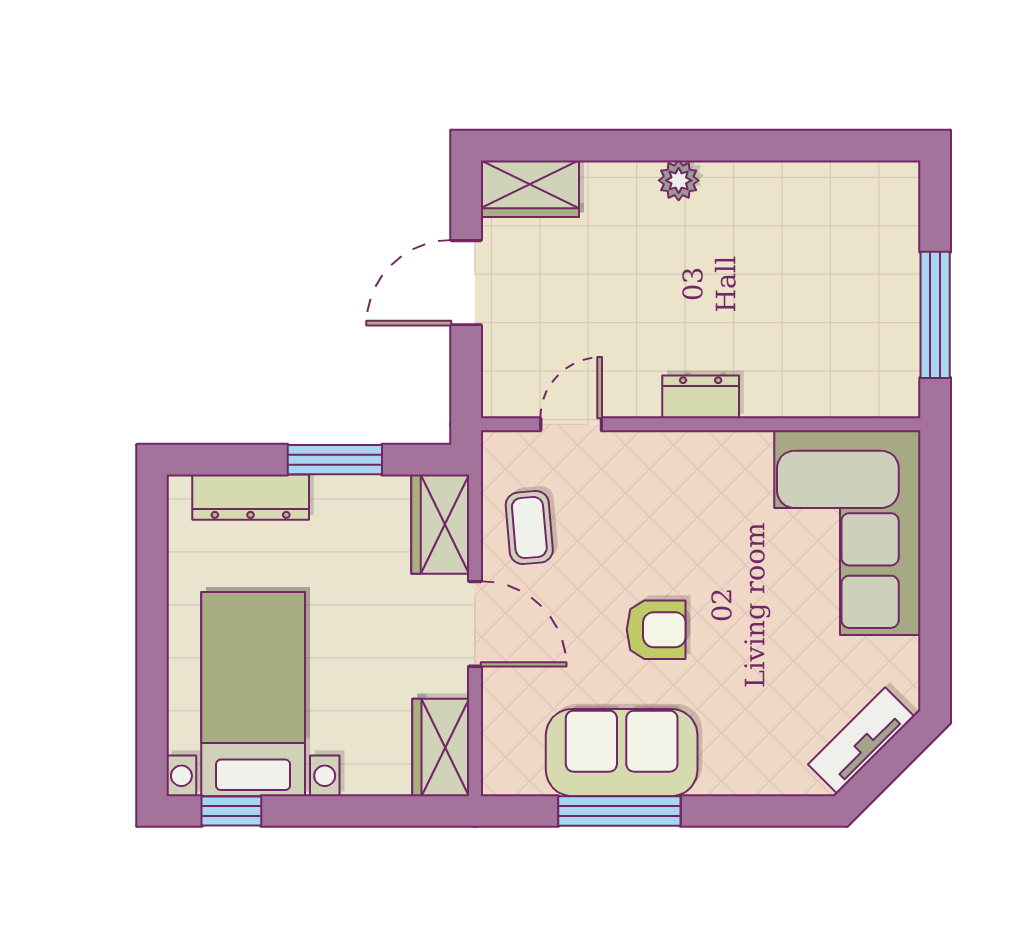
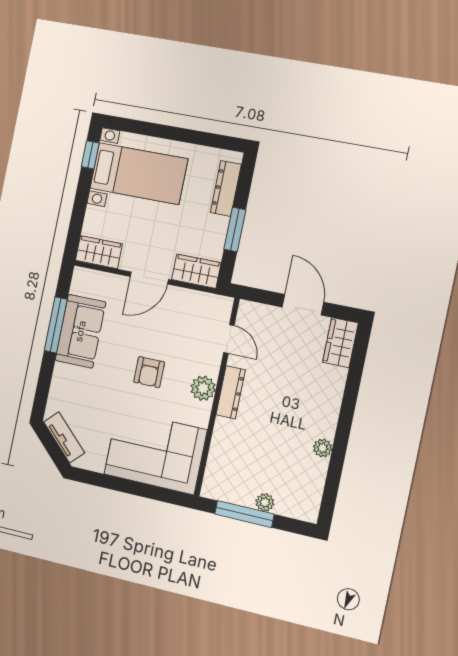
plant: (679, 180) -> (323, 448), moved
plant: (900, 277) -> (265, 502), added
dresser: (701, 397) -> (231, 392), width x1.44
plant: (688, 458) -> (203, 388), added
coffee table: (529, 528) -> (187, 311), removed
armchair: (656, 630) -> (149, 372), moved

